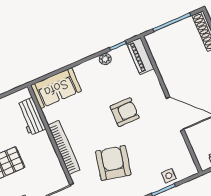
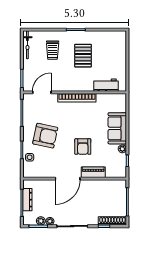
piano: (140, 56) -> (93, 172), moved
sofa: (56, 88) -> (117, 128), moved
armchair: (113, 163) -> (45, 136), moved

